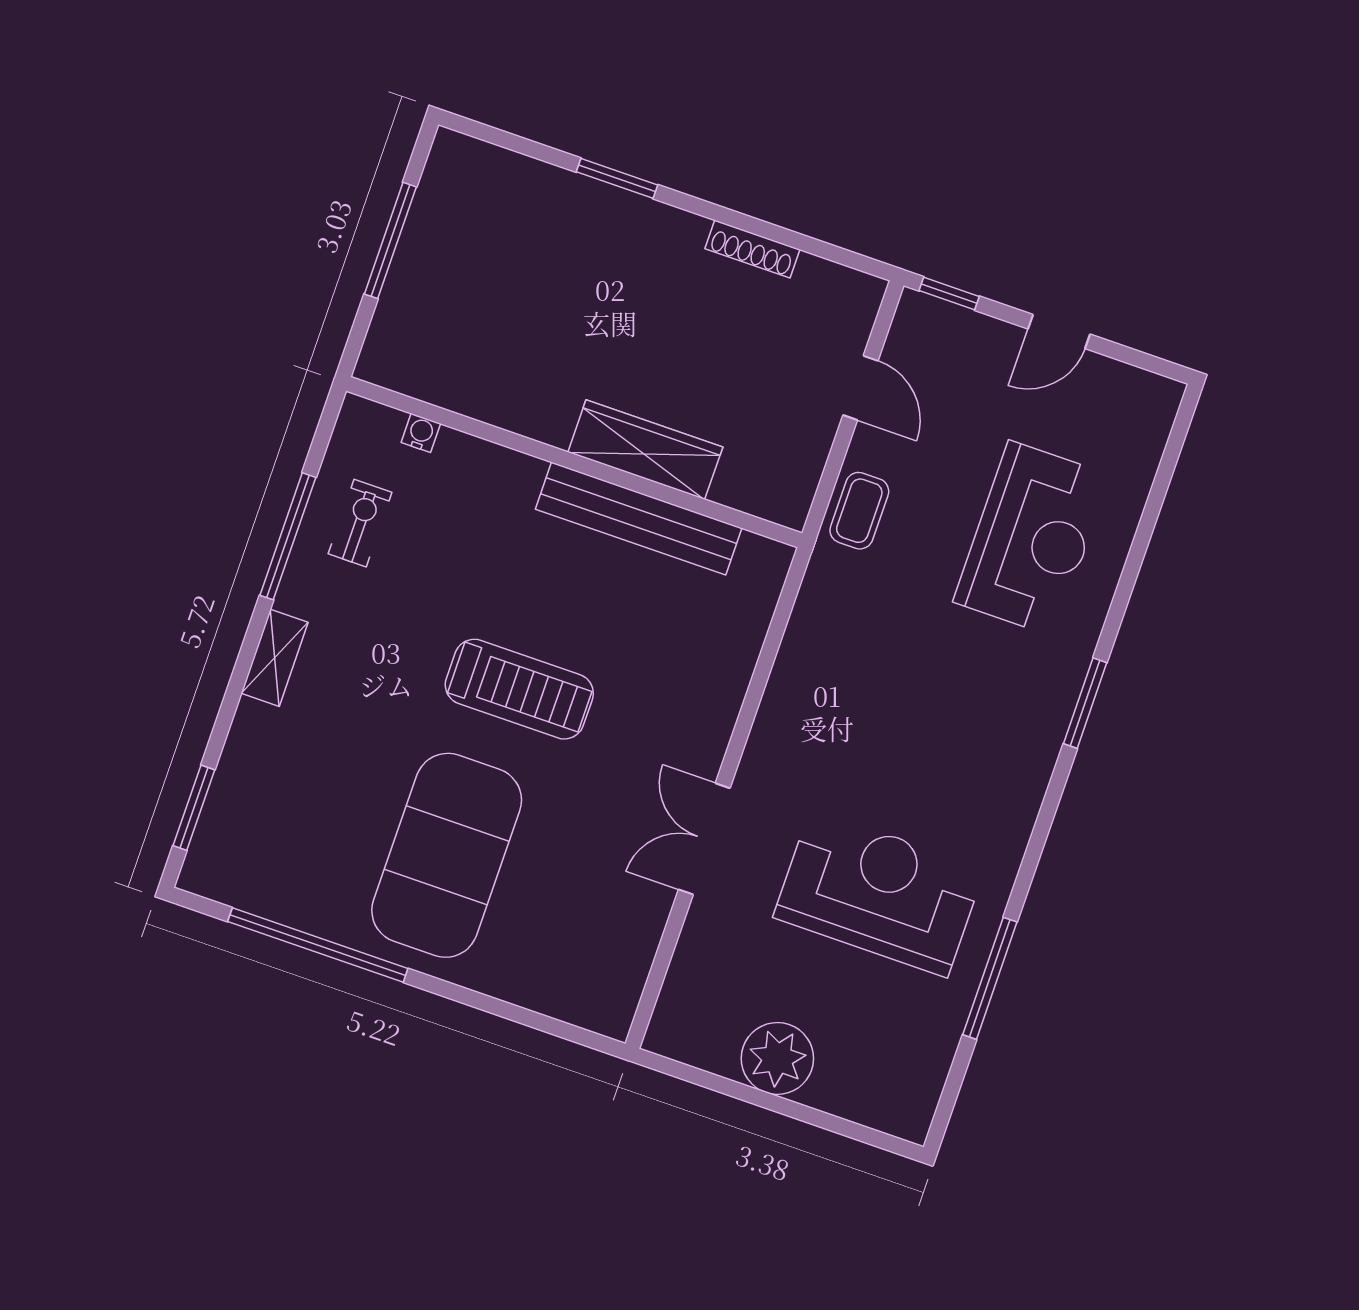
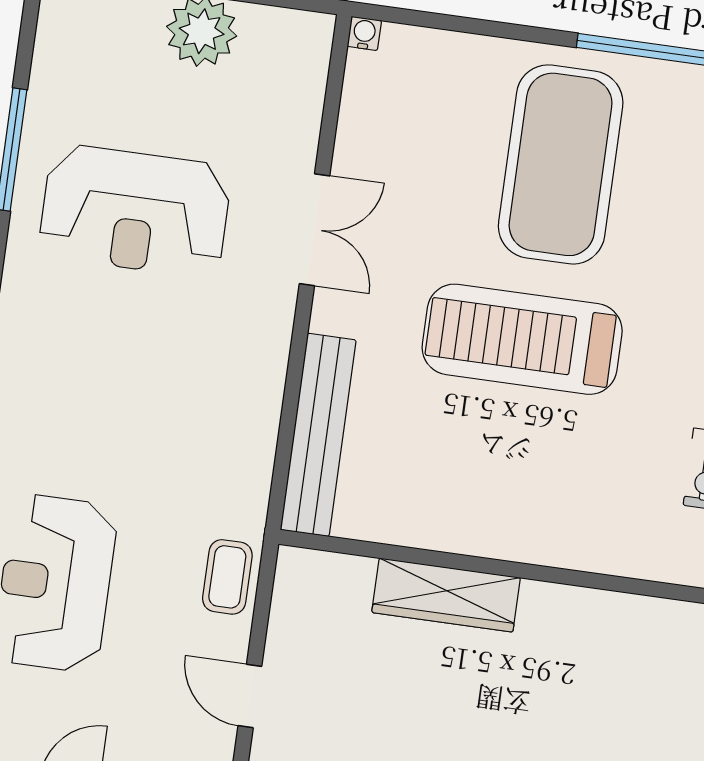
water cooler: (421, 433) -> (364, 33), moved, turned 180
bench: (639, 519) -> (318, 435), moved, turned 90
treadmill: (519, 689) -> (522, 339), width x1.37, depth x1.38

